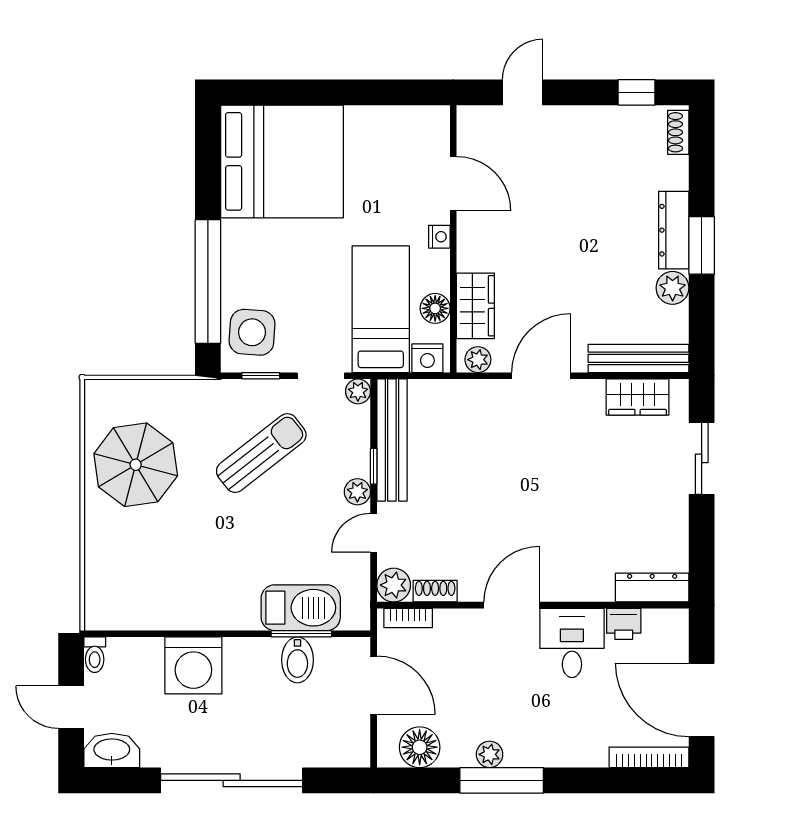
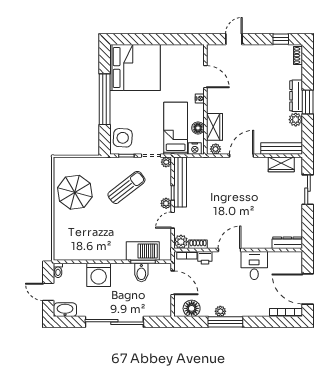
window: (208, 281) -> (105, 99), moved
printer: (624, 624) -> (205, 258), moved

